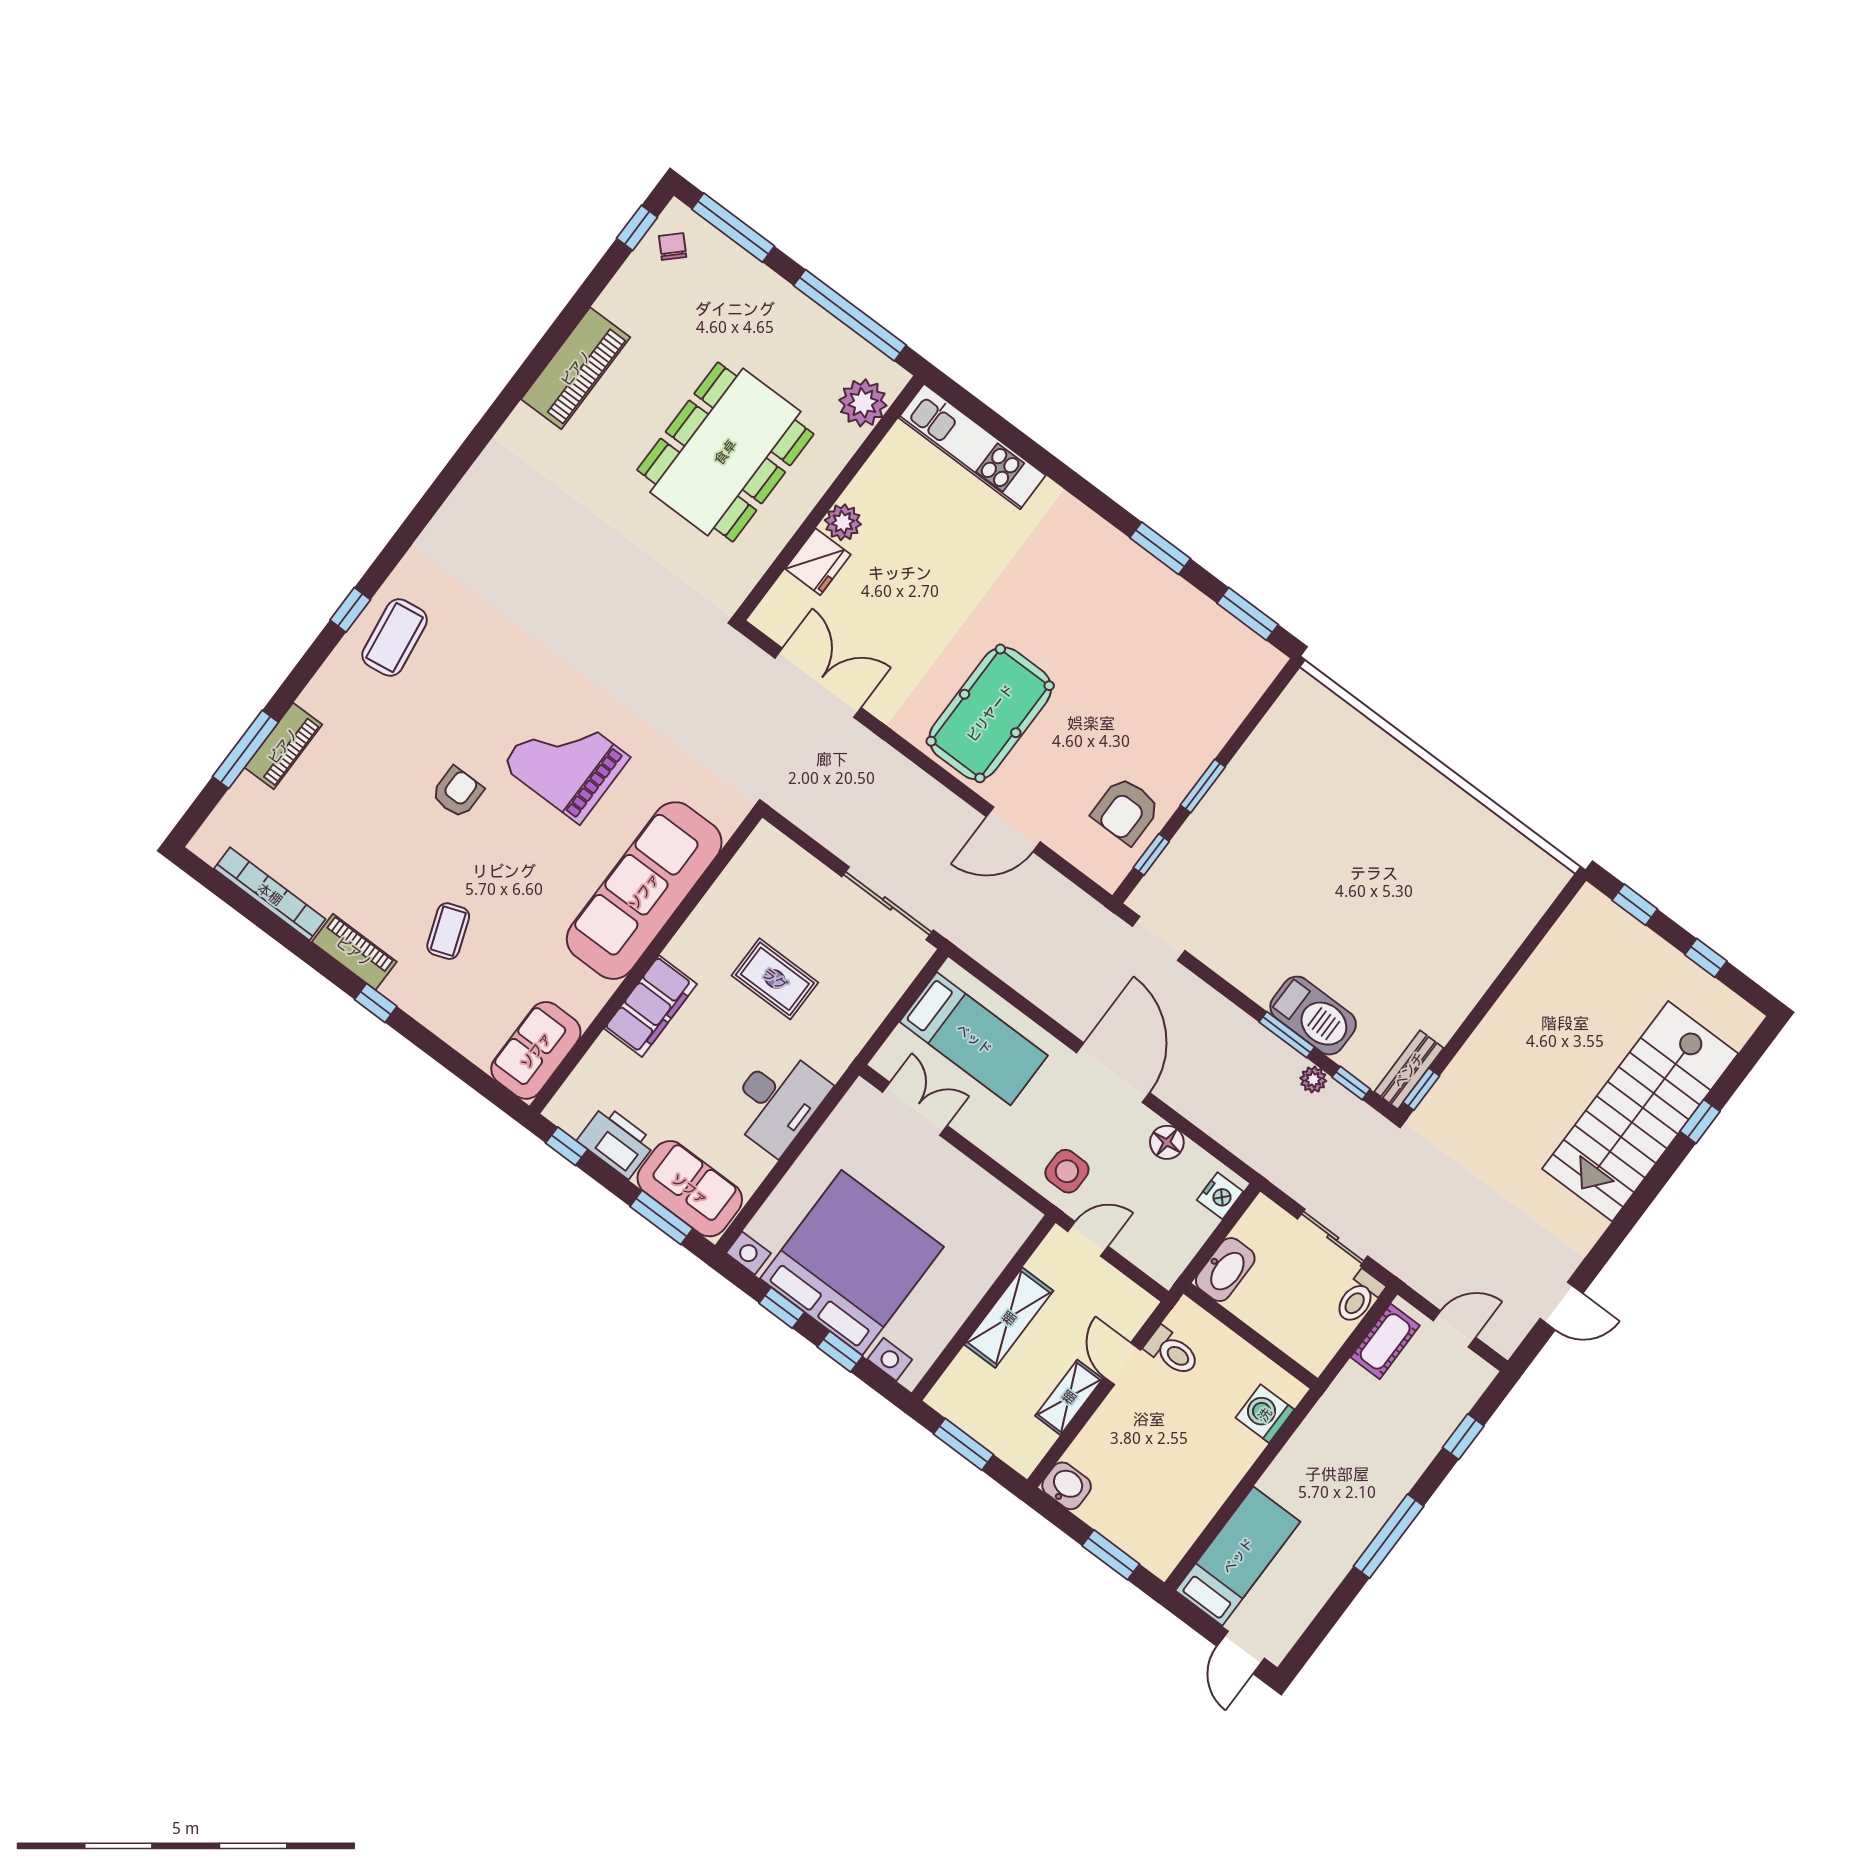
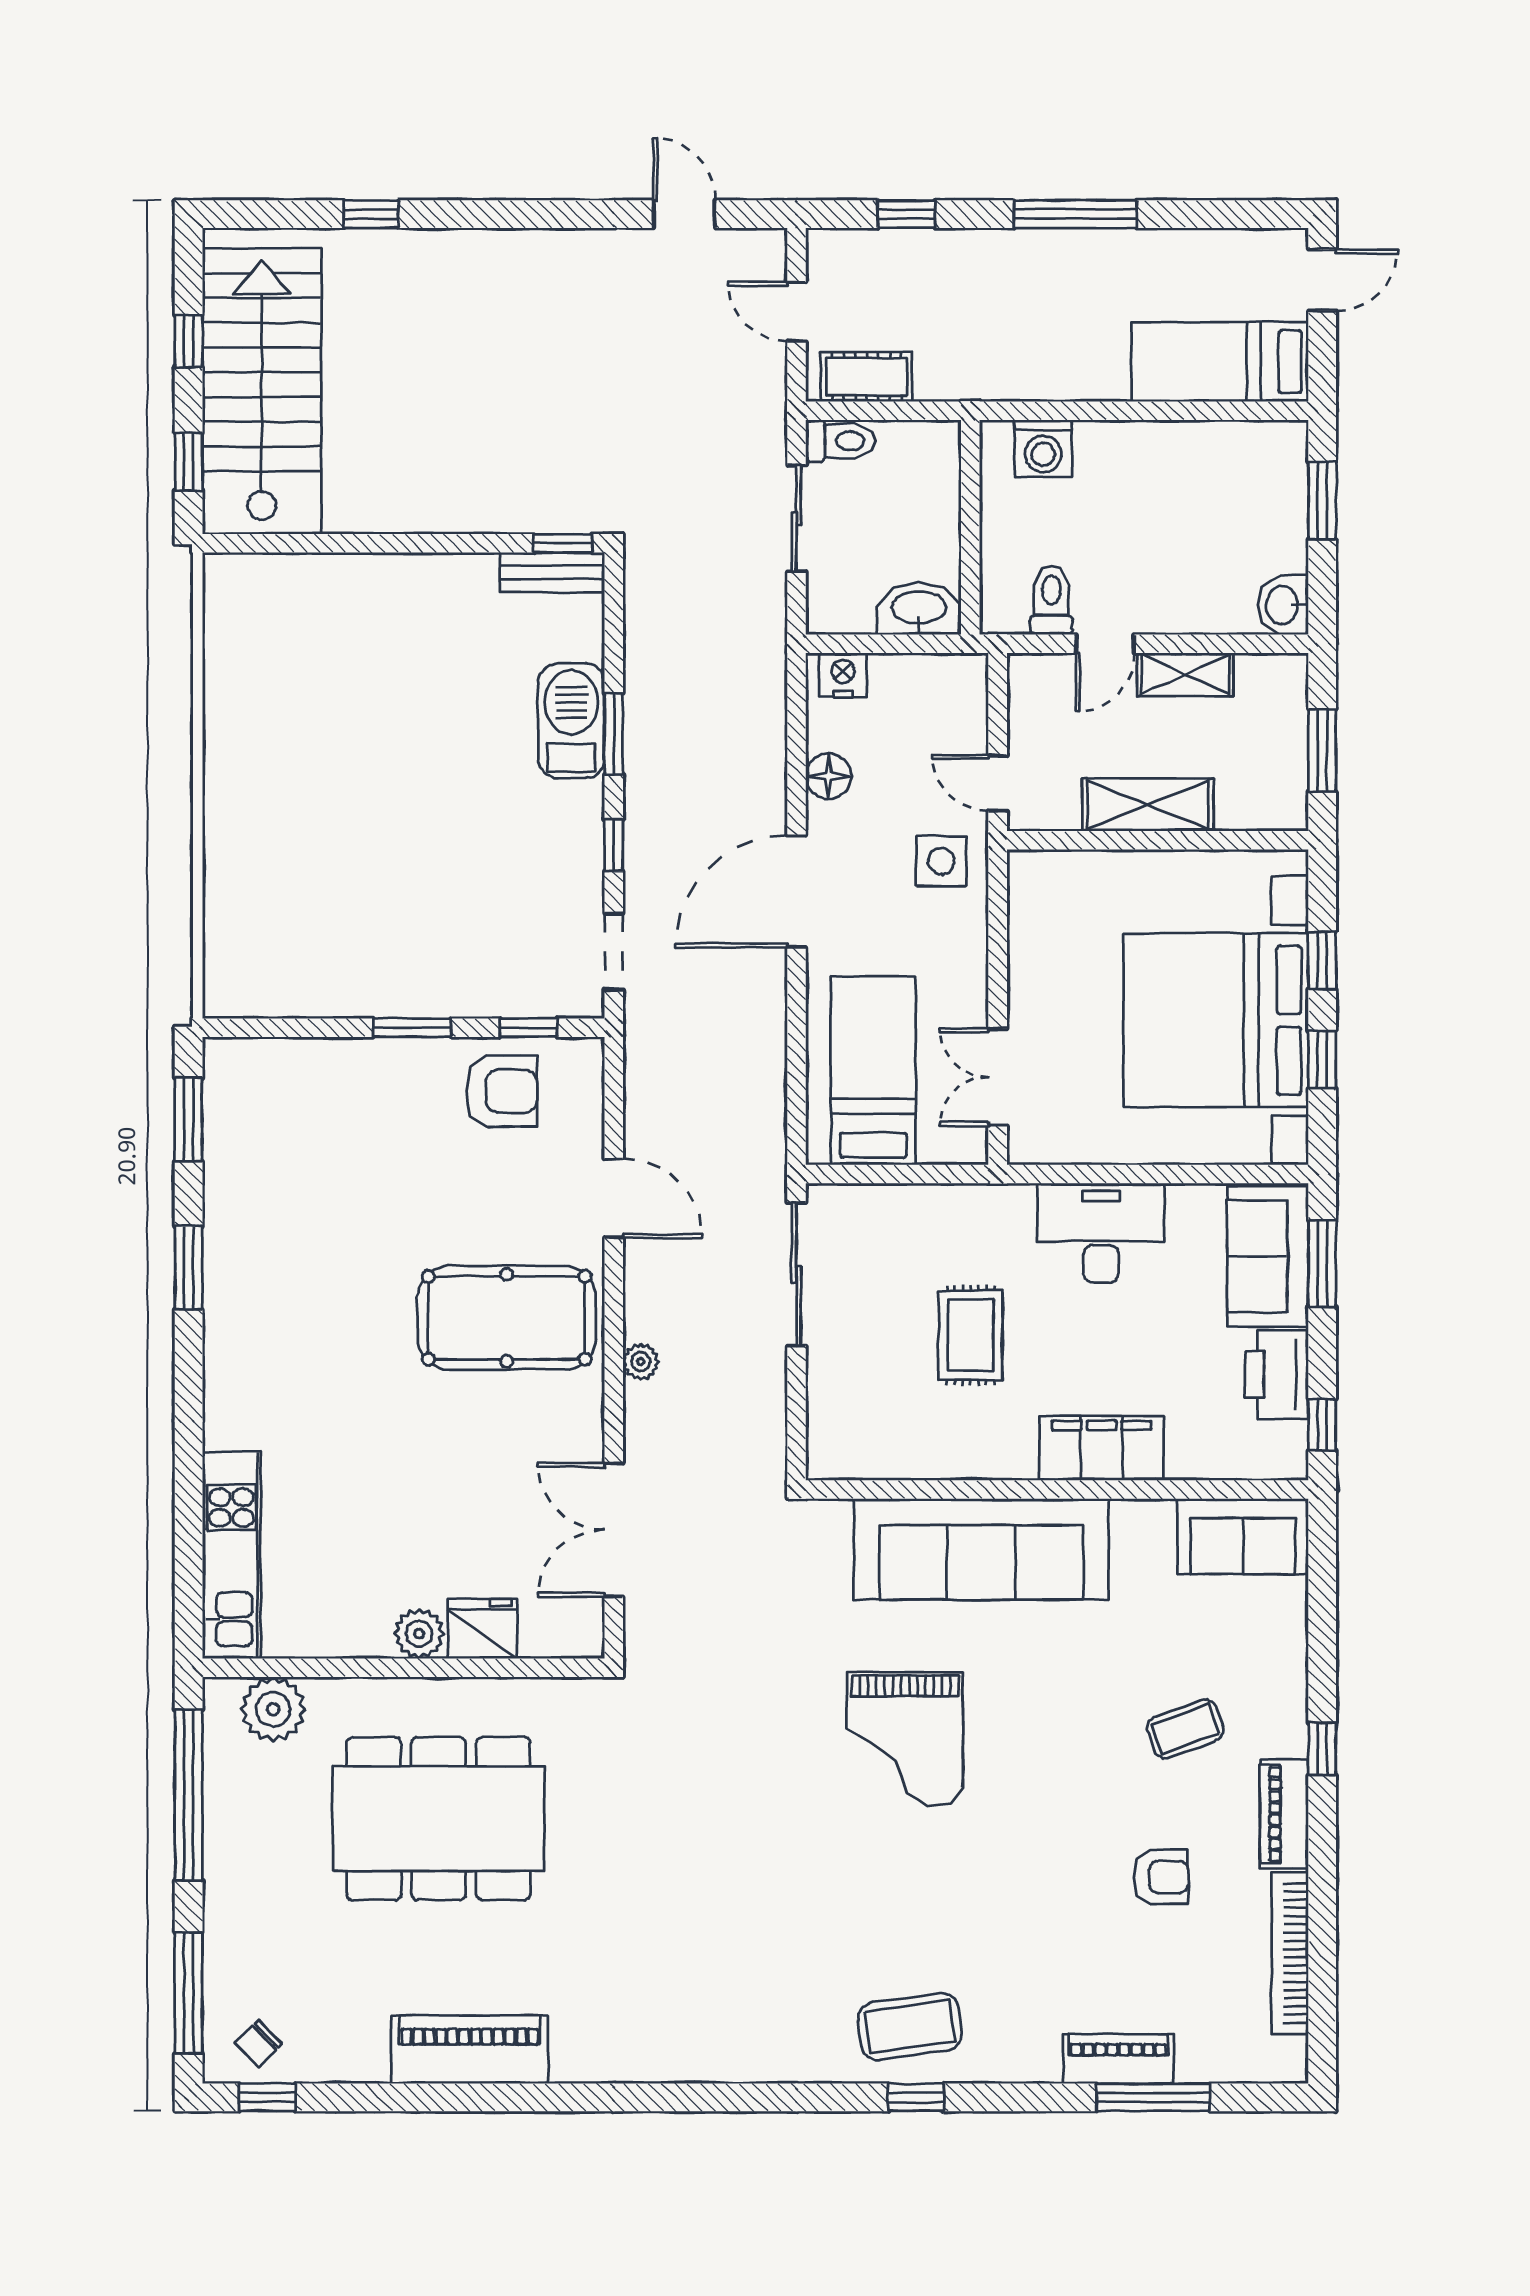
armchair: (457, 792) -> (1161, 1877), moved, turned 180
plant: (1313, 1080) -> (641, 1362), moved
window: (1351, 1083) -> (614, 845), moved
stairs: (1640, 1111) -> (262, 391), moved, turned -90

